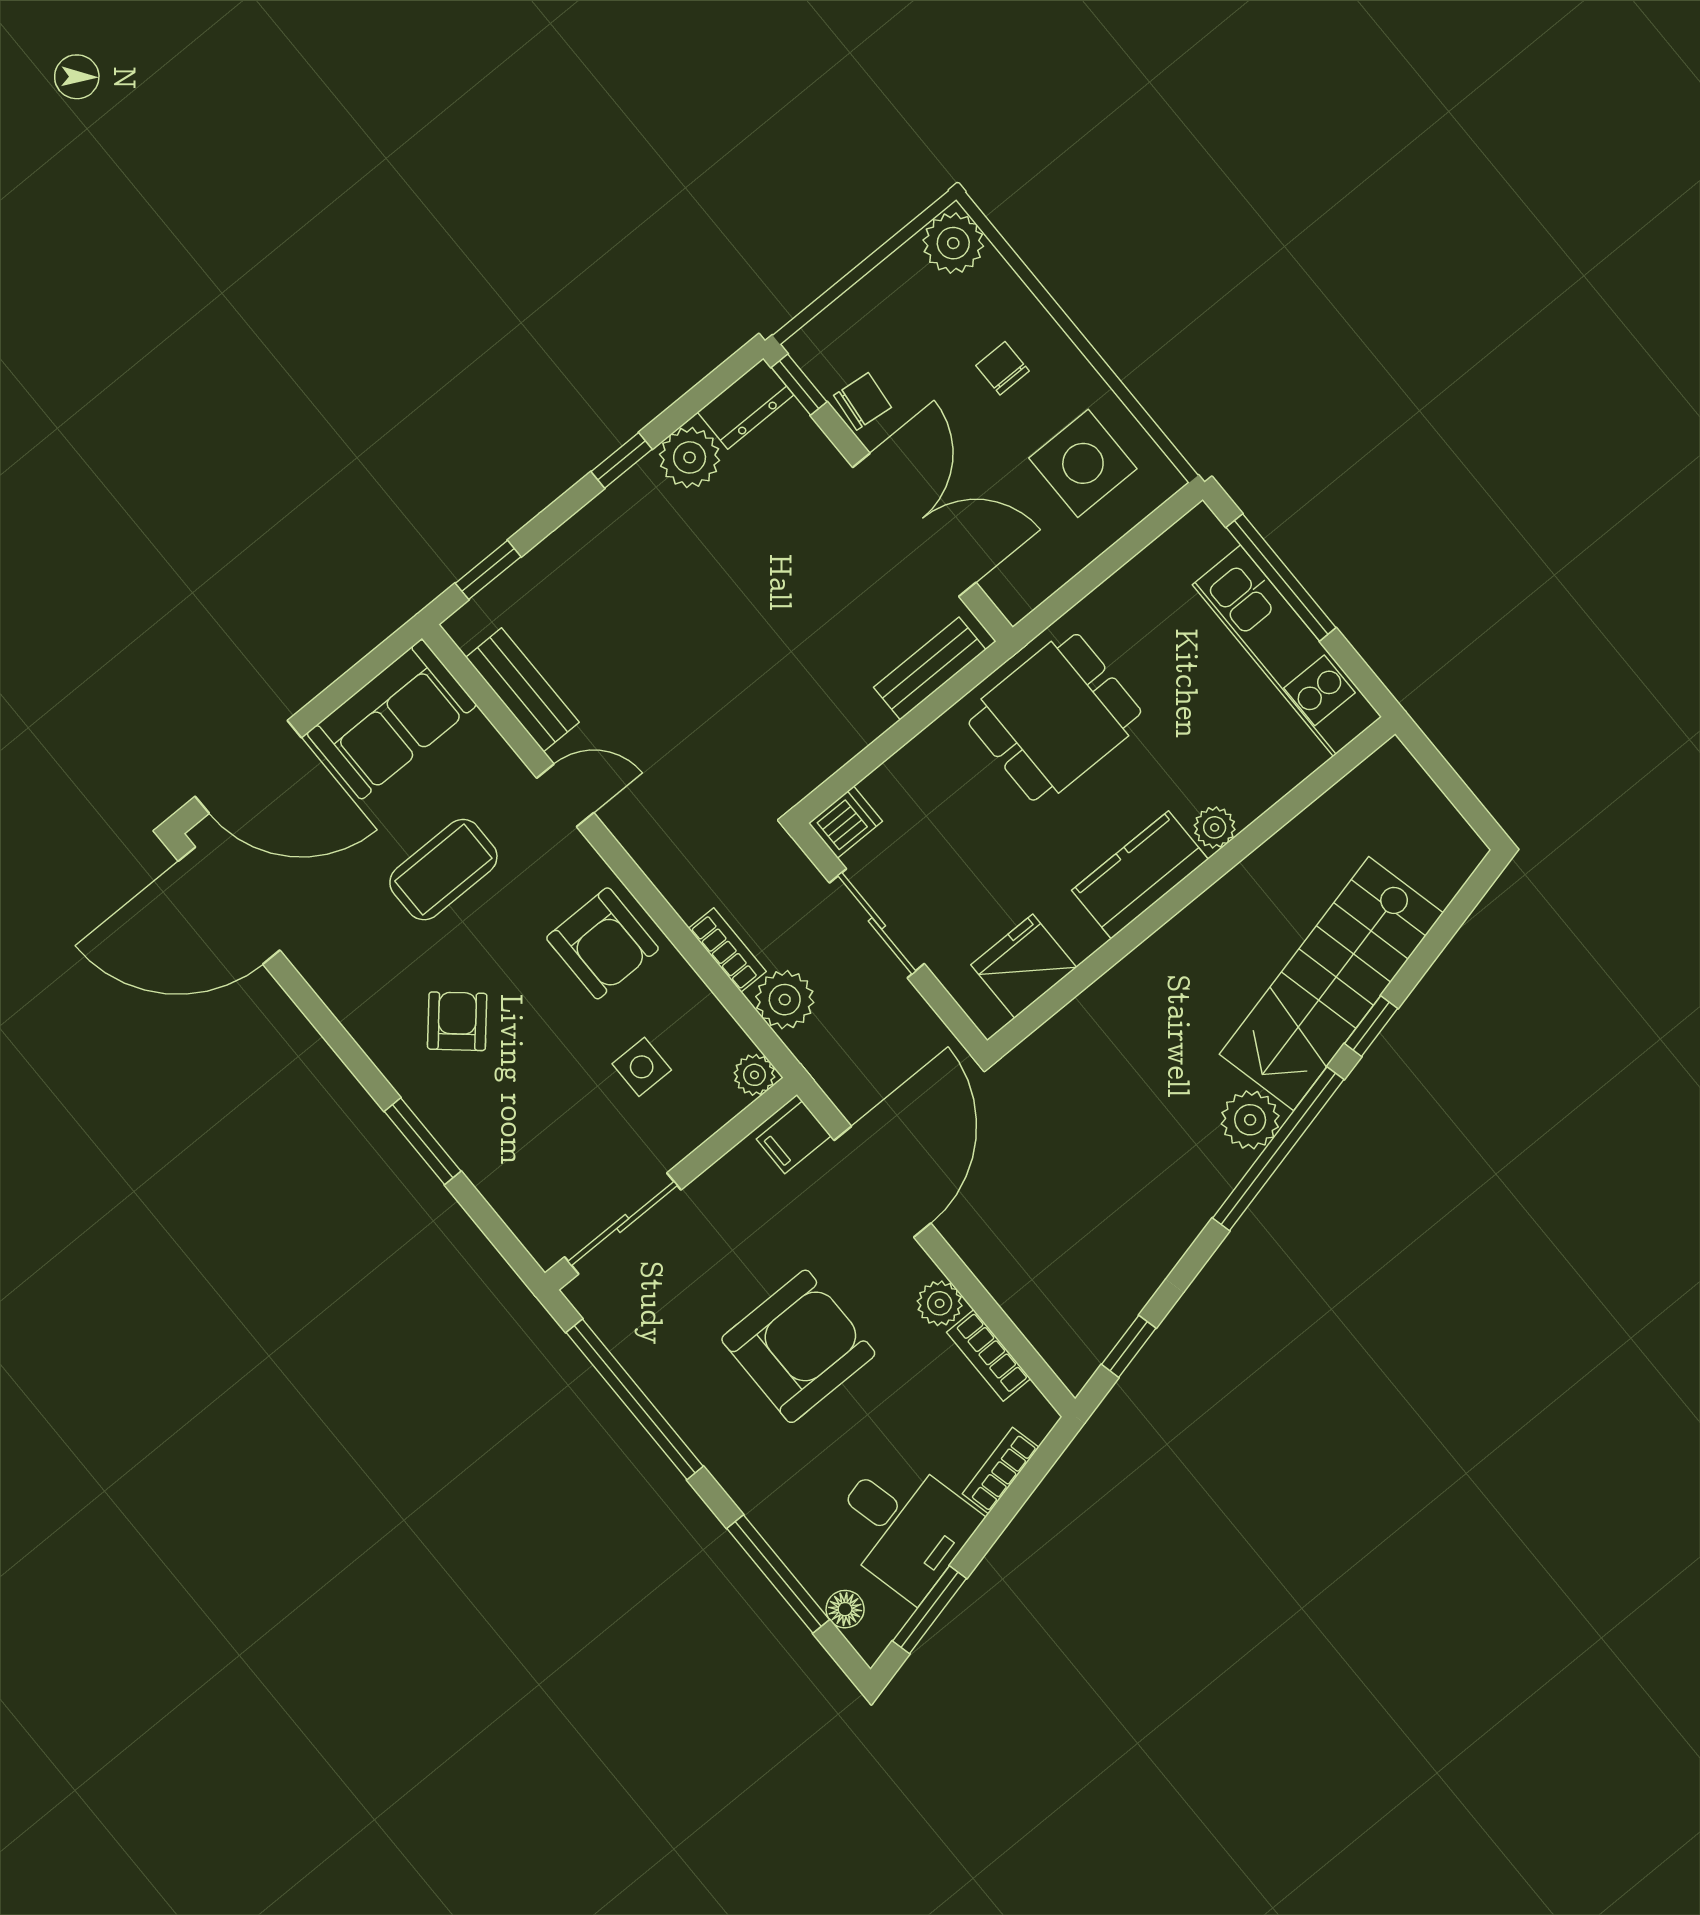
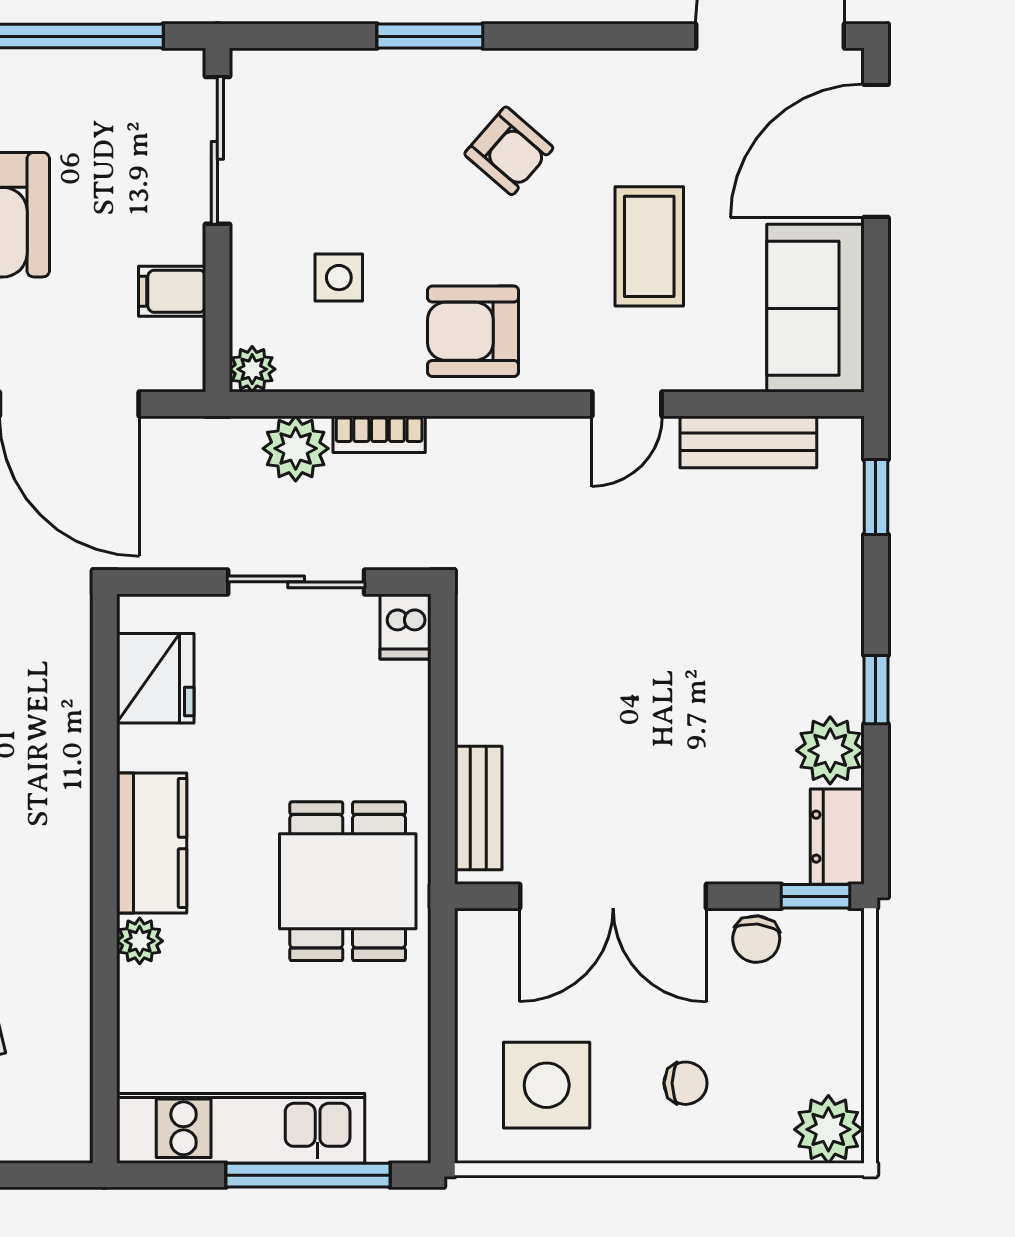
filing cabinet: (794, 1137) -> (172, 291), moved, turned -90

